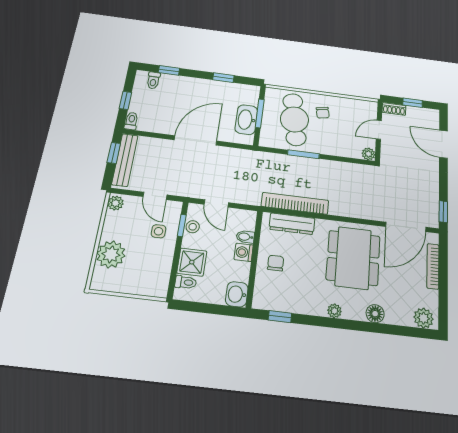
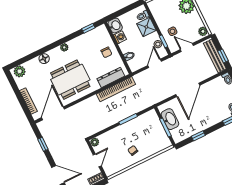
cafe table: (294, 119) -> (145, 136), removed
door: (216, 203) -> (155, 63), hinge flipped
window: (443, 212) -> (43, 144), moved
washing machine: (244, 252) -> (120, 37), moved
dining table: (353, 258) -> (70, 80), turned 90

